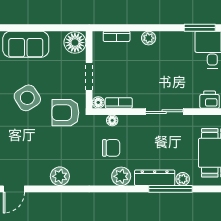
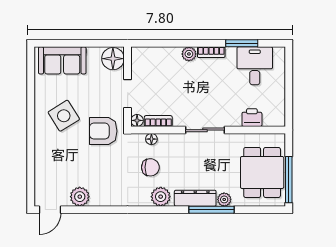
bookcase: (117, 36) -> (211, 52), moved
plant: (60, 176) -> (80, 197), moved

